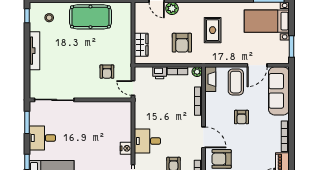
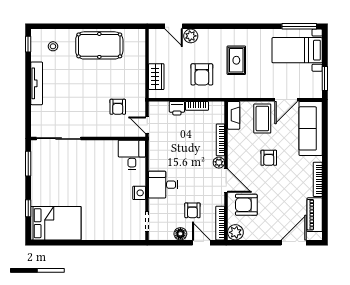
plant: (197, 72) -> (219, 163), moved
desk: (42, 138) -> (132, 155), moved, turned 90

